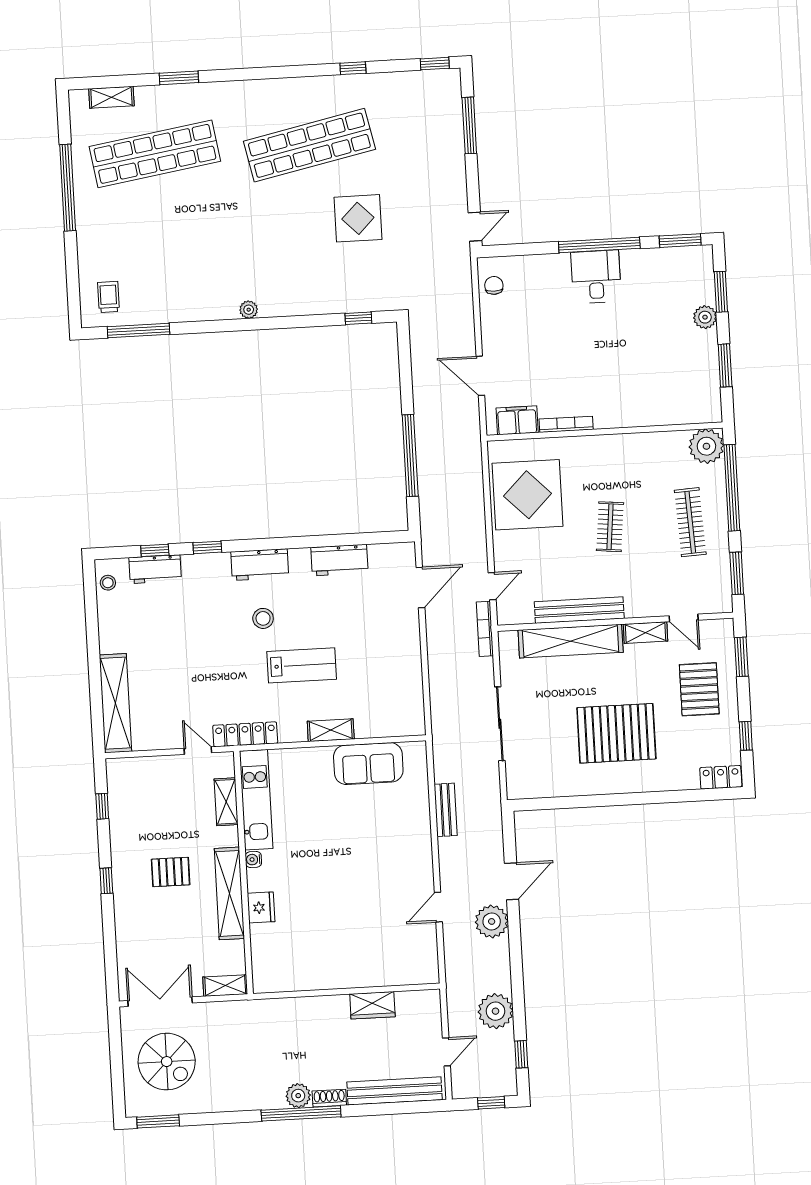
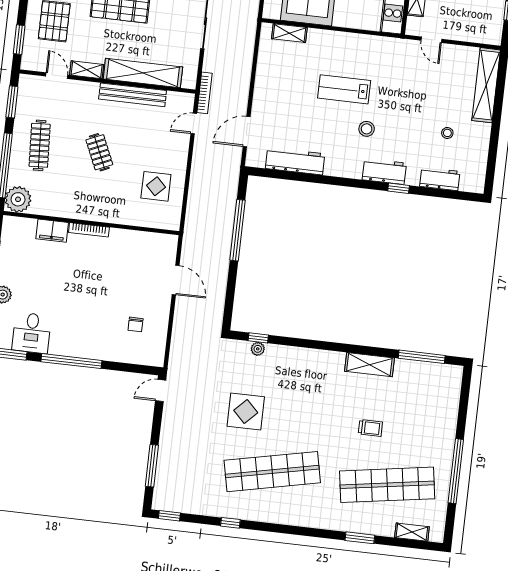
desk: (596, 277) -> (32, 333), moved
chair: (494, 285) -> (136, 324), moved
trolley: (108, 297) -> (370, 428), moved, turned -90
shelving: (206, 308) -> (369, 365), added
plant: (249, 310) -> (258, 349), moved
filing cabinet: (517, 420) -> (52, 231), moved
bookcase: (566, 424) -> (89, 230), moved
display table: (528, 495) -> (156, 186), width x0.54, depth x0.54
clothes rail: (610, 527) -> (99, 152), turned -30
window: (155, 550) -> (438, 193), removed
workbench: (339, 560) -> (295, 161), width x1.38
workbench: (260, 565) -> (384, 171), moved
stool: (108, 583) -> (447, 133), moved
shelving: (331, 730) -> (289, 33), moved
locker: (245, 734) -> (394, 46), removed

